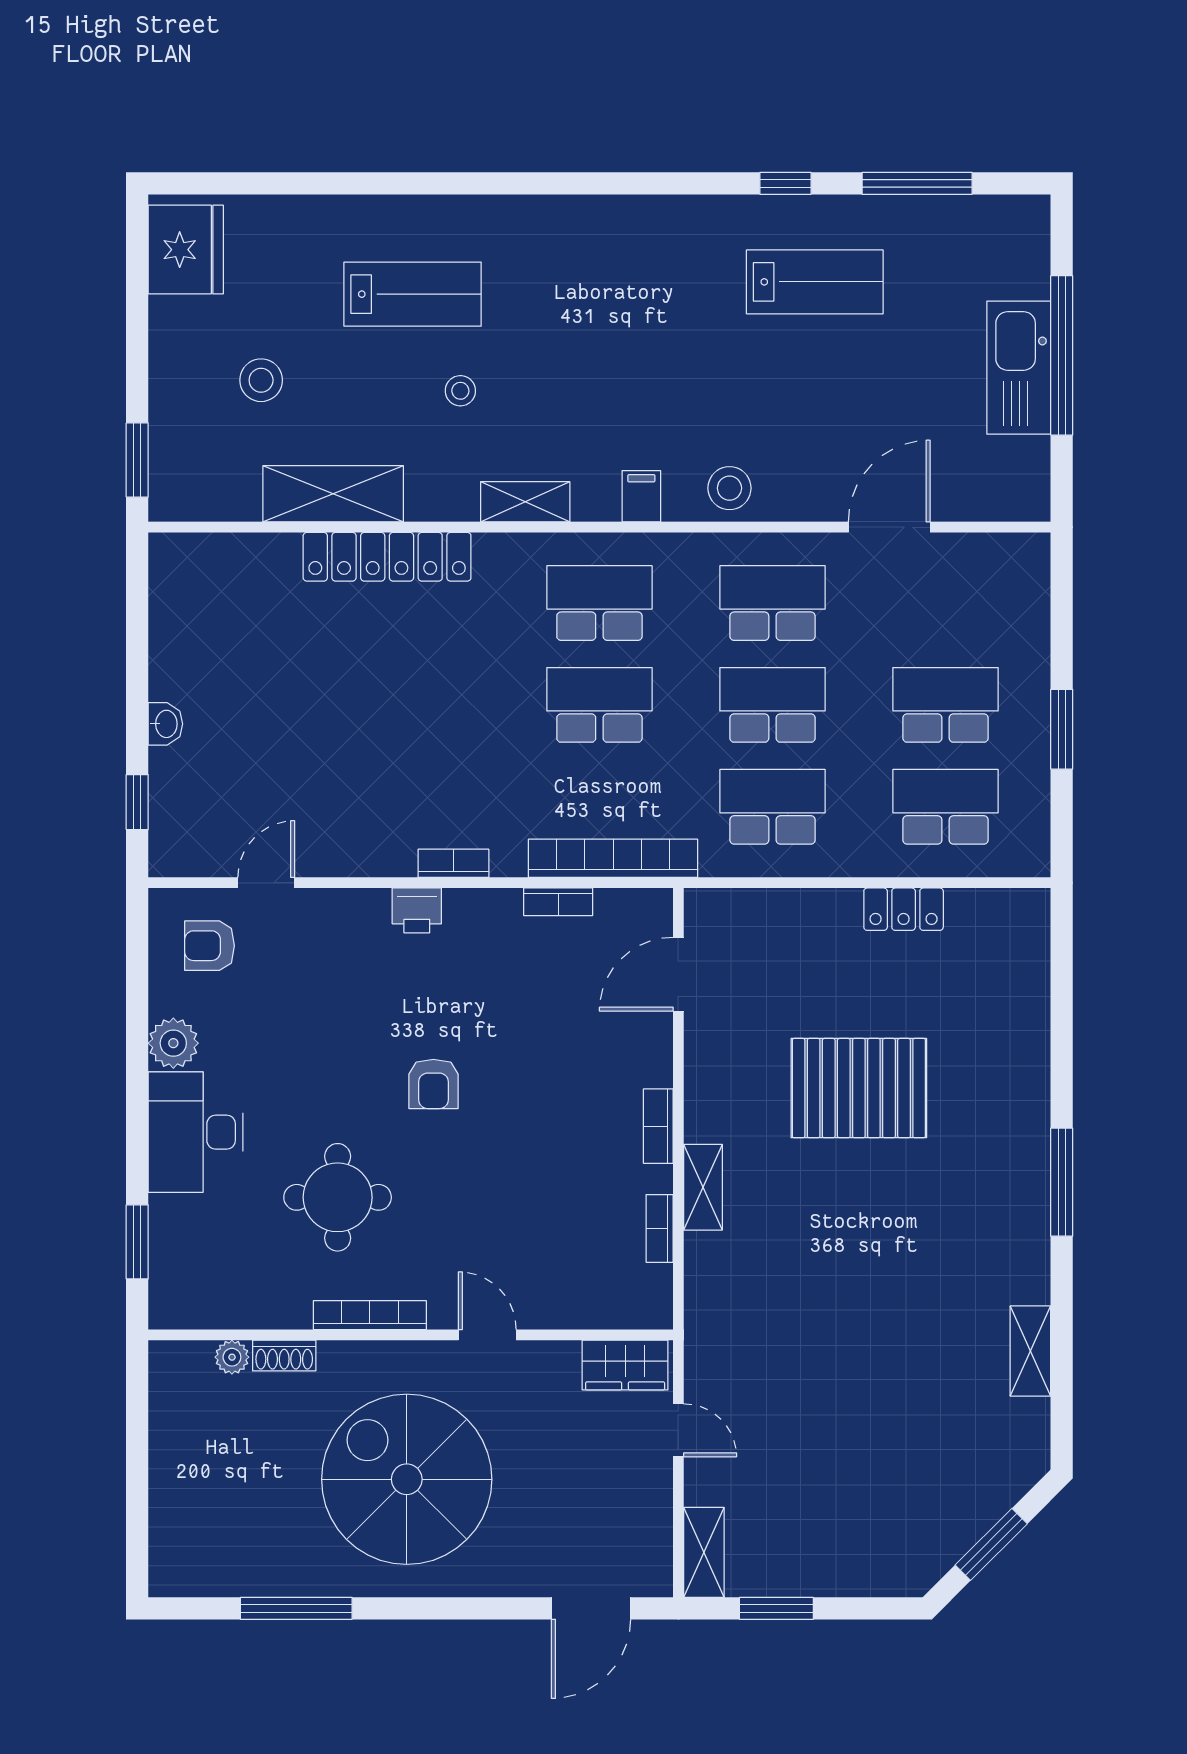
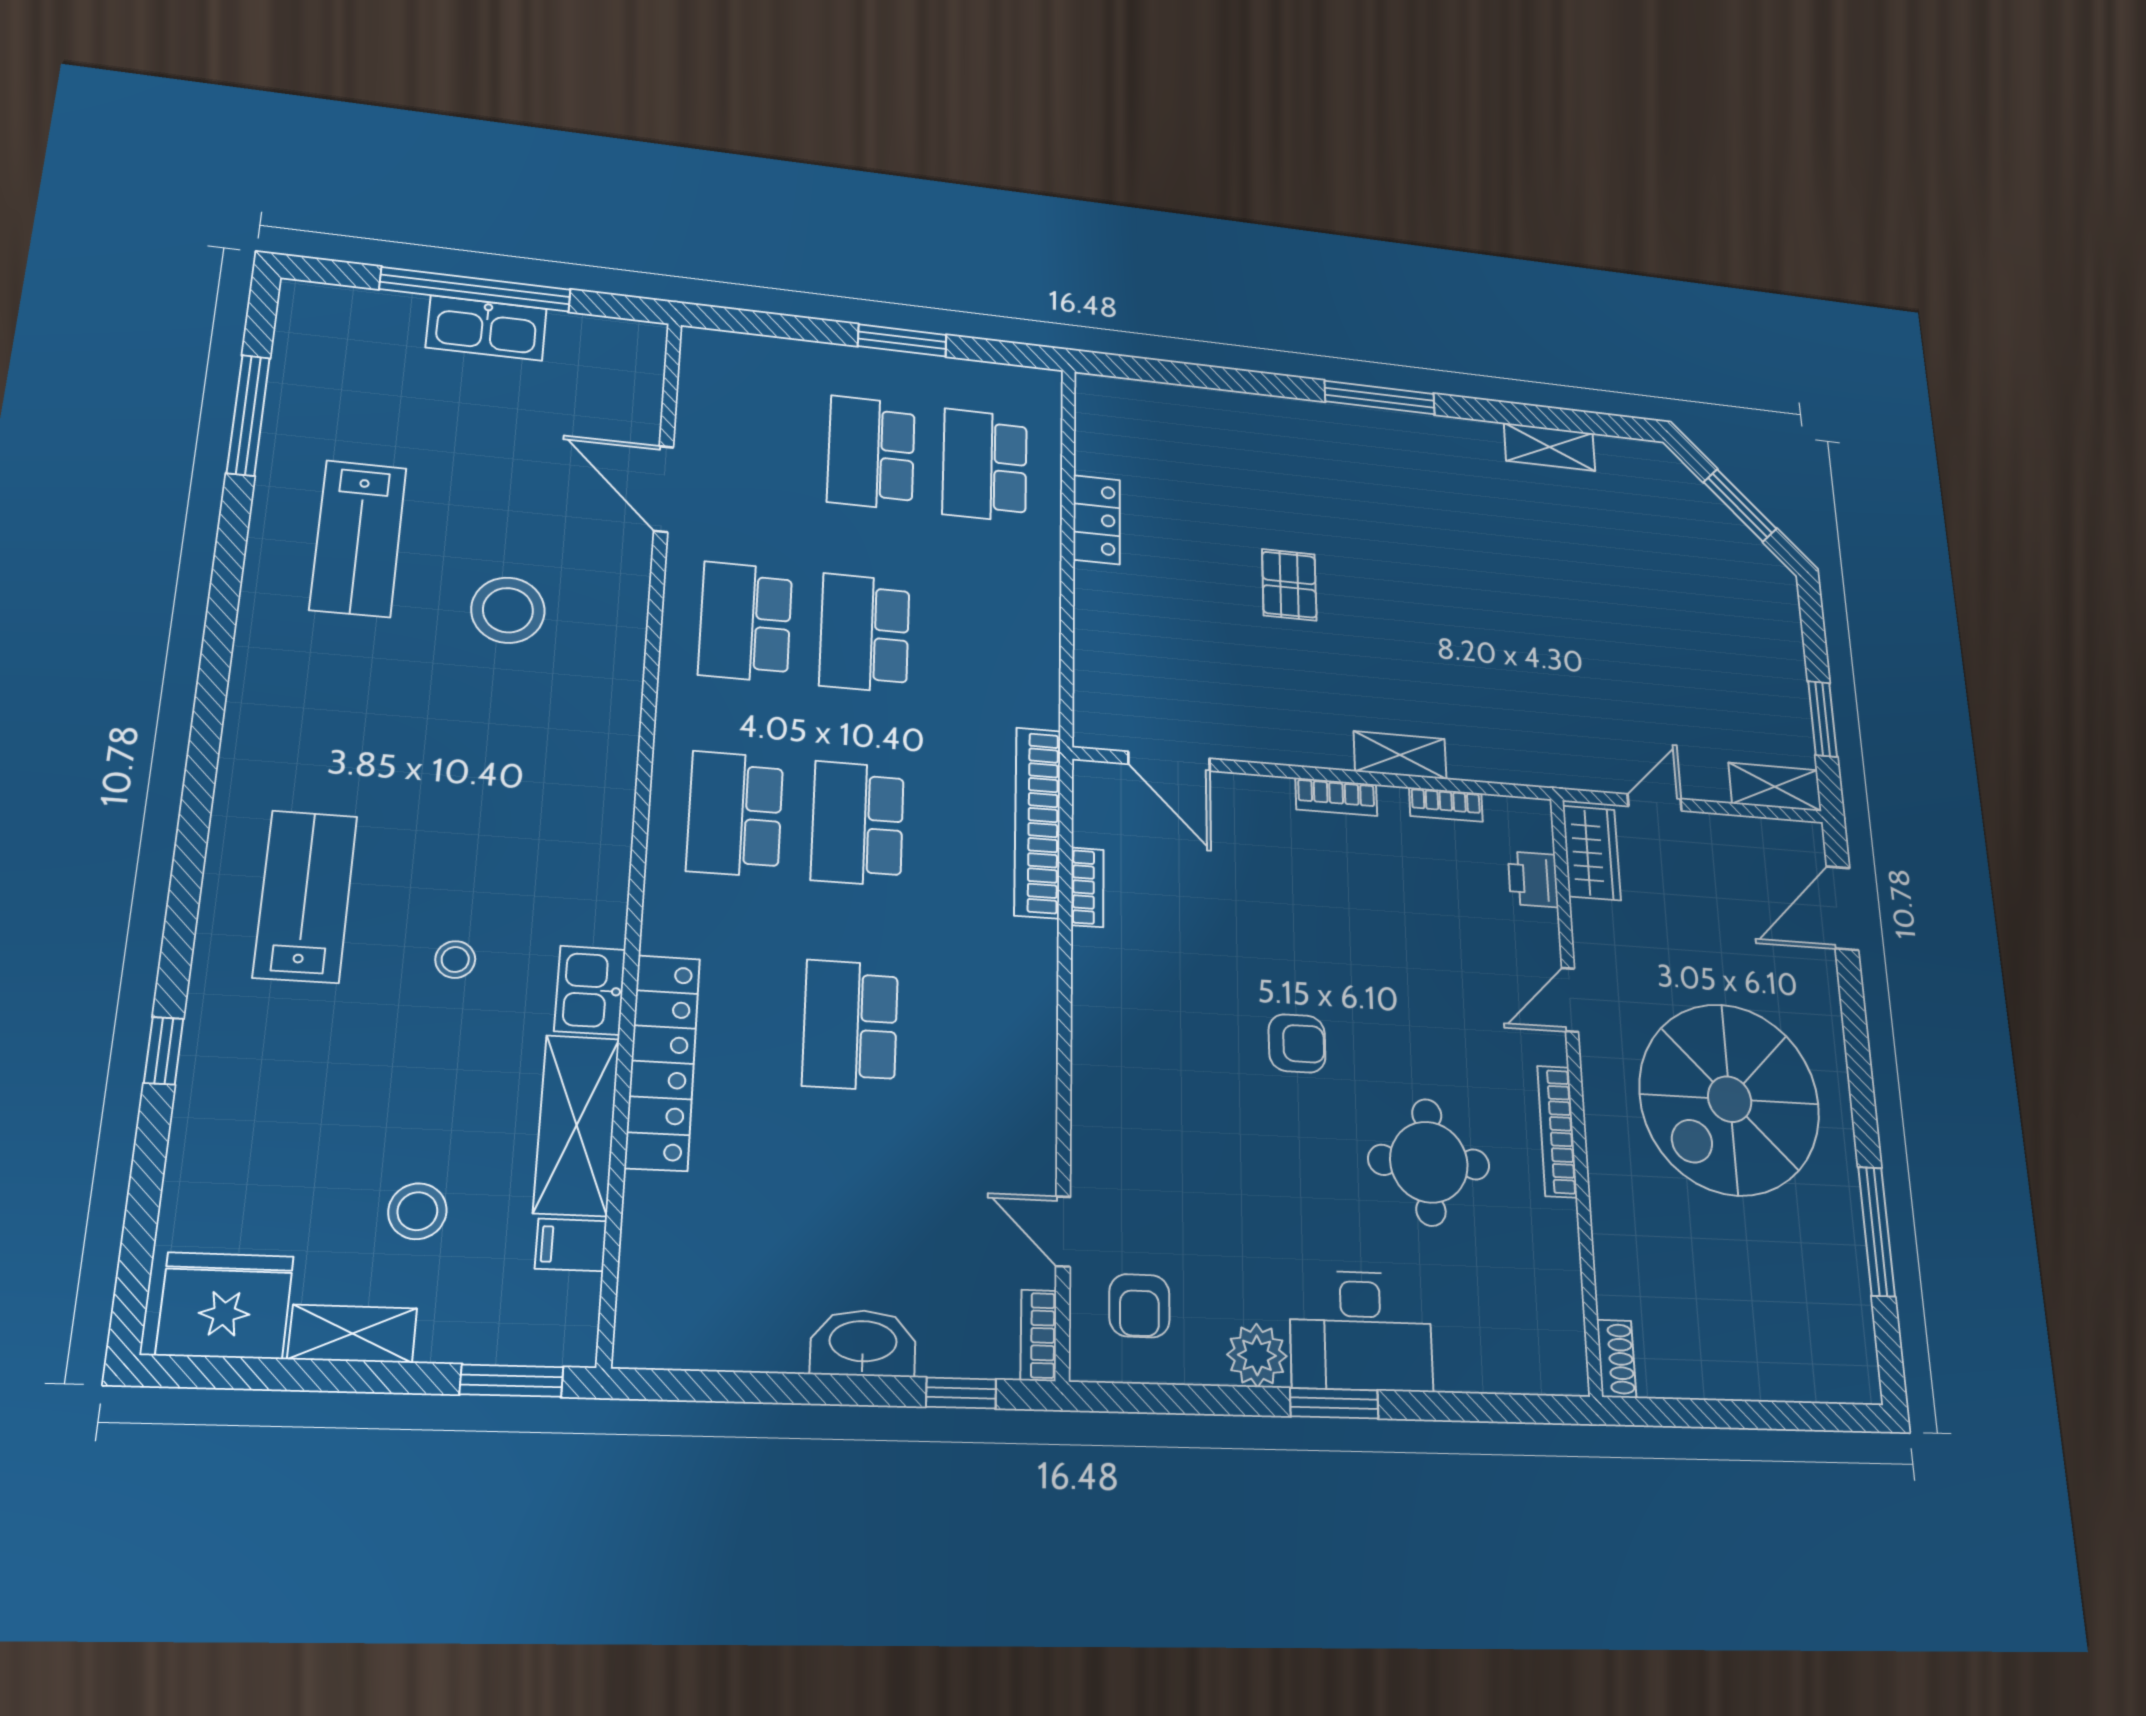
window: (785, 183) -> (164, 1051), moved
lab bench: (815, 282) -> (358, 538), turned 180
lab bench: (413, 294) -> (305, 896), moved
kitchen sink: (1019, 368) -> (486, 328), width x0.73, depth x0.81
stool: (729, 488) -> (508, 610), moved, width x1.38, depth x1.38
kitchen sink: (442, 496) -> (590, 990), added
filing cabinet: (641, 496) -> (571, 1245), moved
shelving: (525, 502) -> (352, 1334), moved, turned 90
washbasin: (165, 724) -> (863, 1343), width x1.91, depth x1.45
school desk: (772, 807) -> (850, 1025), moved
bookcase: (453, 863) -> (1039, 1335), moved
printer: (417, 910) -> (1533, 879), moved, turned 180
pallet: (859, 1088) -> (1289, 585), width x0.49, depth x0.50
window: (137, 1242) -> (1334, 1403), moved
shoe rack: (284, 1356) -> (1616, 1359), moved
plant: (232, 1357) -> (1614, 1296), removed
door: (591, 1608) -> (1842, 908), swing flipped

